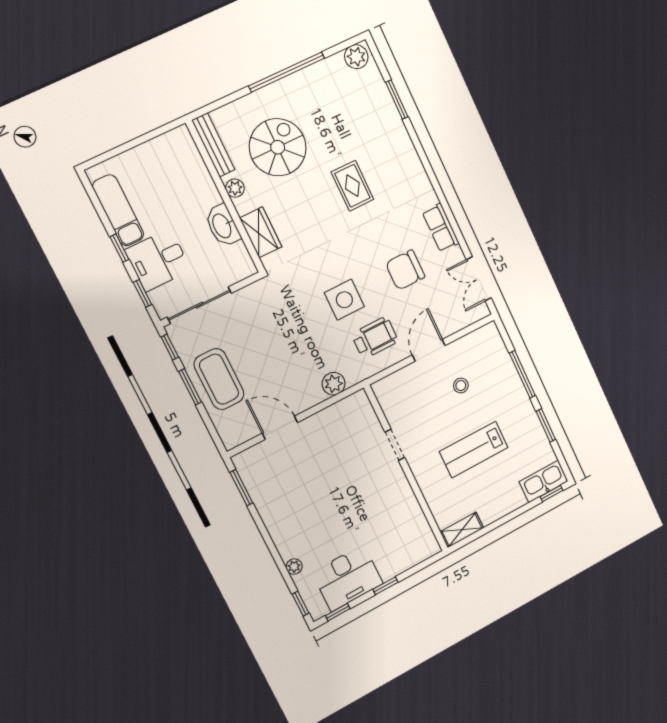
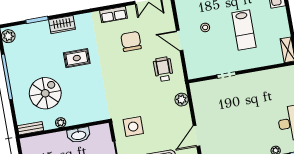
bench: (213, 145) -> (30, 128), width x0.73
spiral stairs: (278, 147) -> (45, 93), turned 90
wardrobe: (261, 232) -> (62, 25), moved, turned 180
chair: (405, 270) -> (131, 41), turned 180
side table: (344, 300) -> (133, 127), moved

